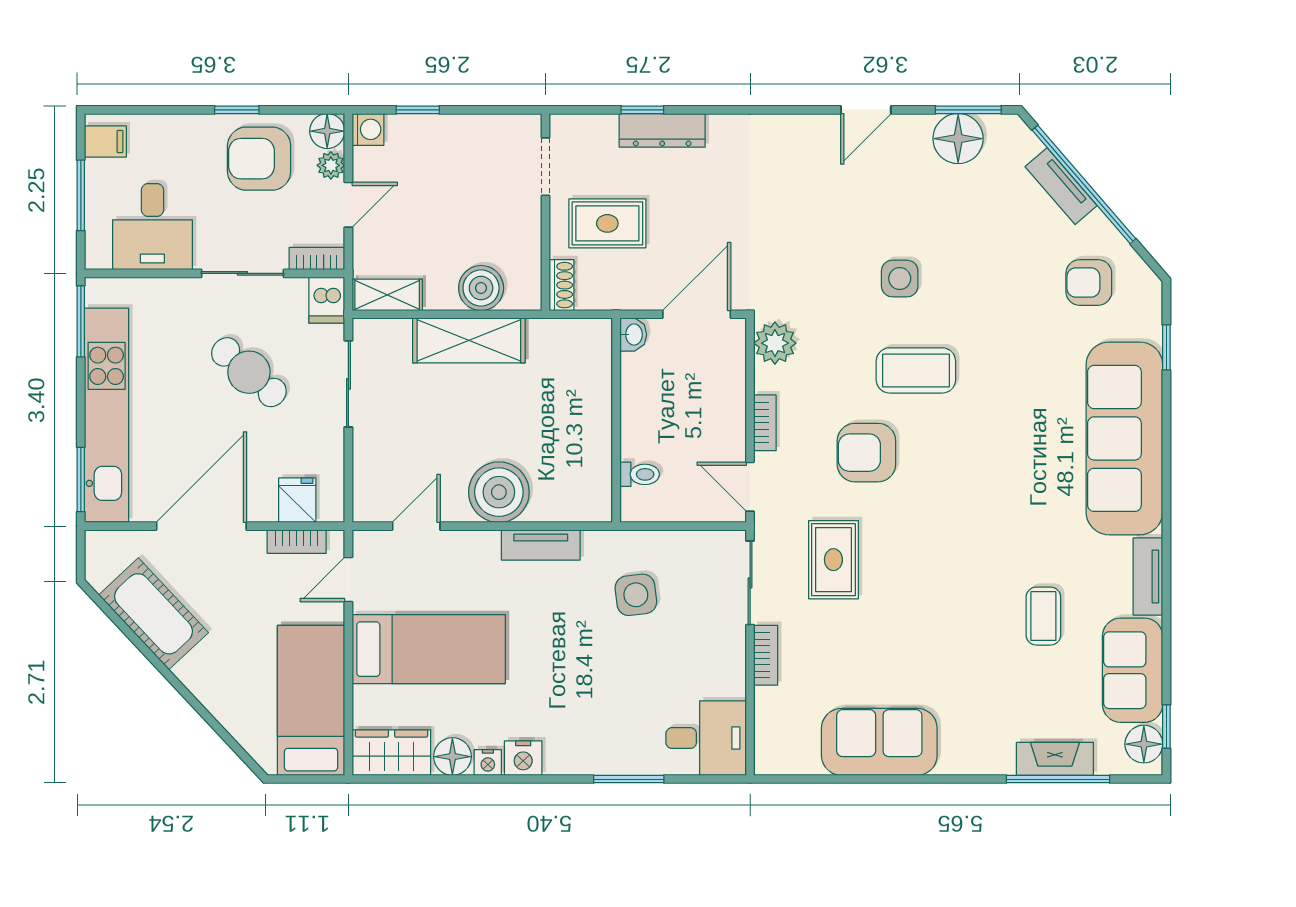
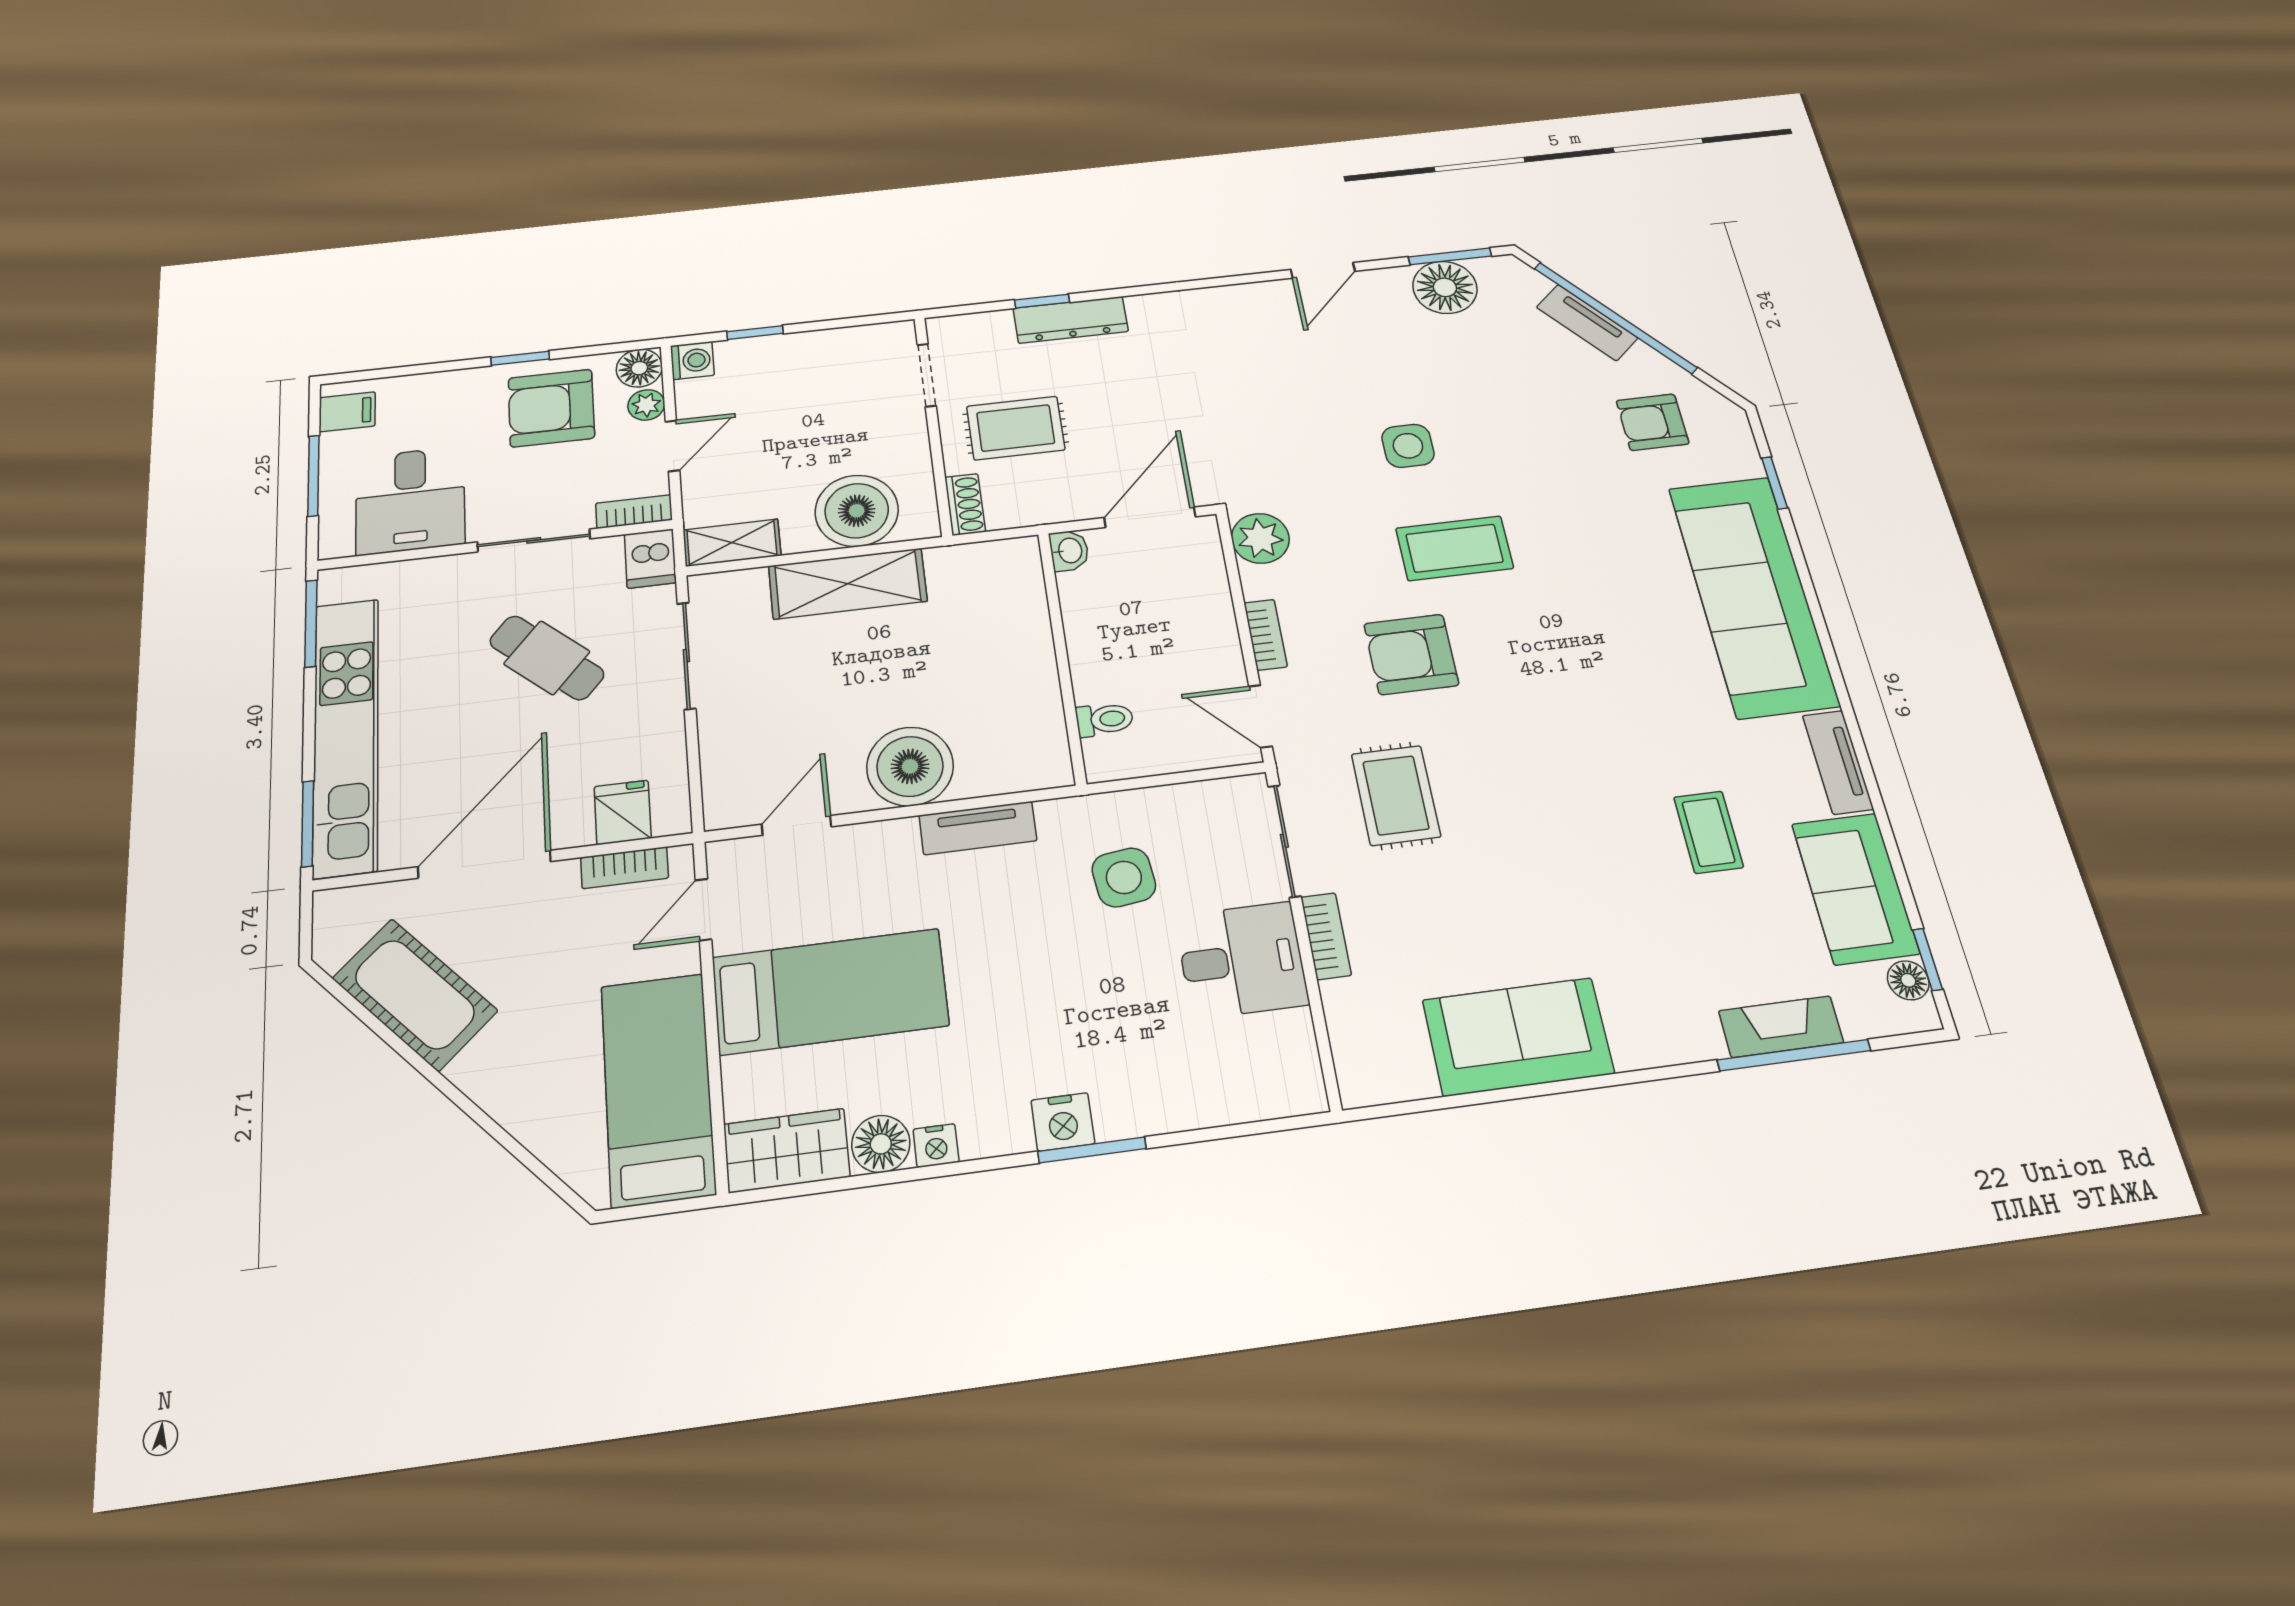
boiler: (481, 288) -> (857, 511), width x1.37, depth x1.37
desk: (706, 738) -> (1242, 960), moved
floor lamp: (1144, 744) -> (1908, 980), width x0.73, depth x0.73
nightstand: (523, 758) -> (1063, 1122), moved
window: (629, 779) -> (1092, 1150), moved

